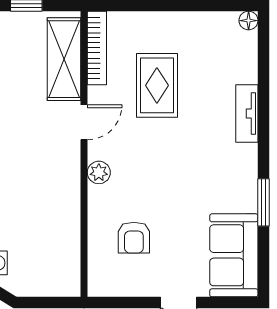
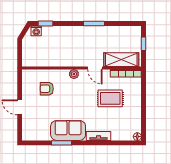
sofa: (234, 255) -> (68, 130), moved

